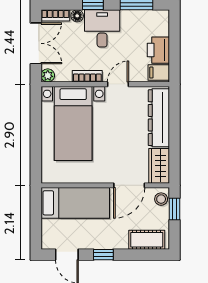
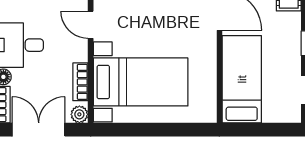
bookcase: (87, 76) -> (80, 82), moved

